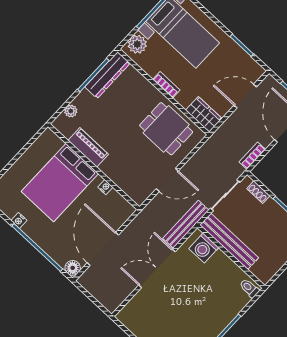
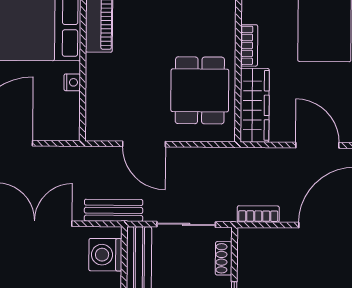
wardrobe: (204, 114) -> (255, 105), width x1.50
bench: (186, 224) -> (114, 210), width x0.73

